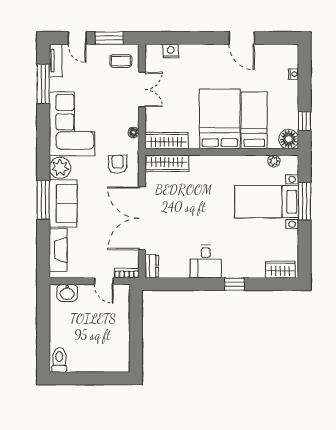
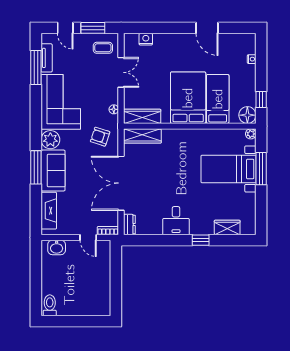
tv unit: (56, 61) -> (47, 58), moved
plant: (274, 161) -> (251, 134), moved
armchair: (118, 164) -> (100, 137), turned -72
wardrobe: (280, 270) -> (227, 227), moved

